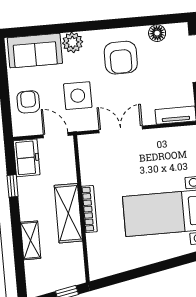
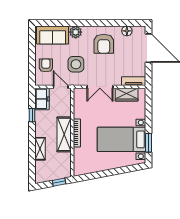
double door: (121, 129) -> (100, 87), swing flipped
wardrobe: (166, 138) -> (127, 95), added

